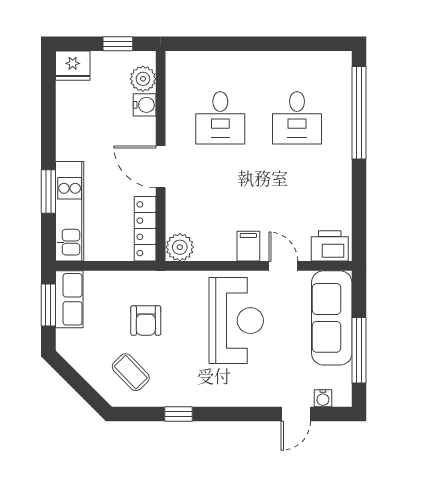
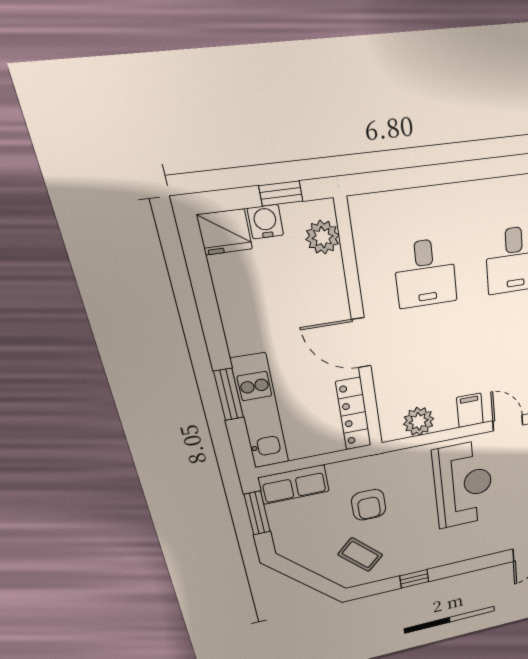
water cooler: (145, 105) -> (265, 222), moved, turned -90
plant: (180, 247) -> (419, 421), moved
row of seats: (69, 299) -> (294, 484), moved, turned 90

